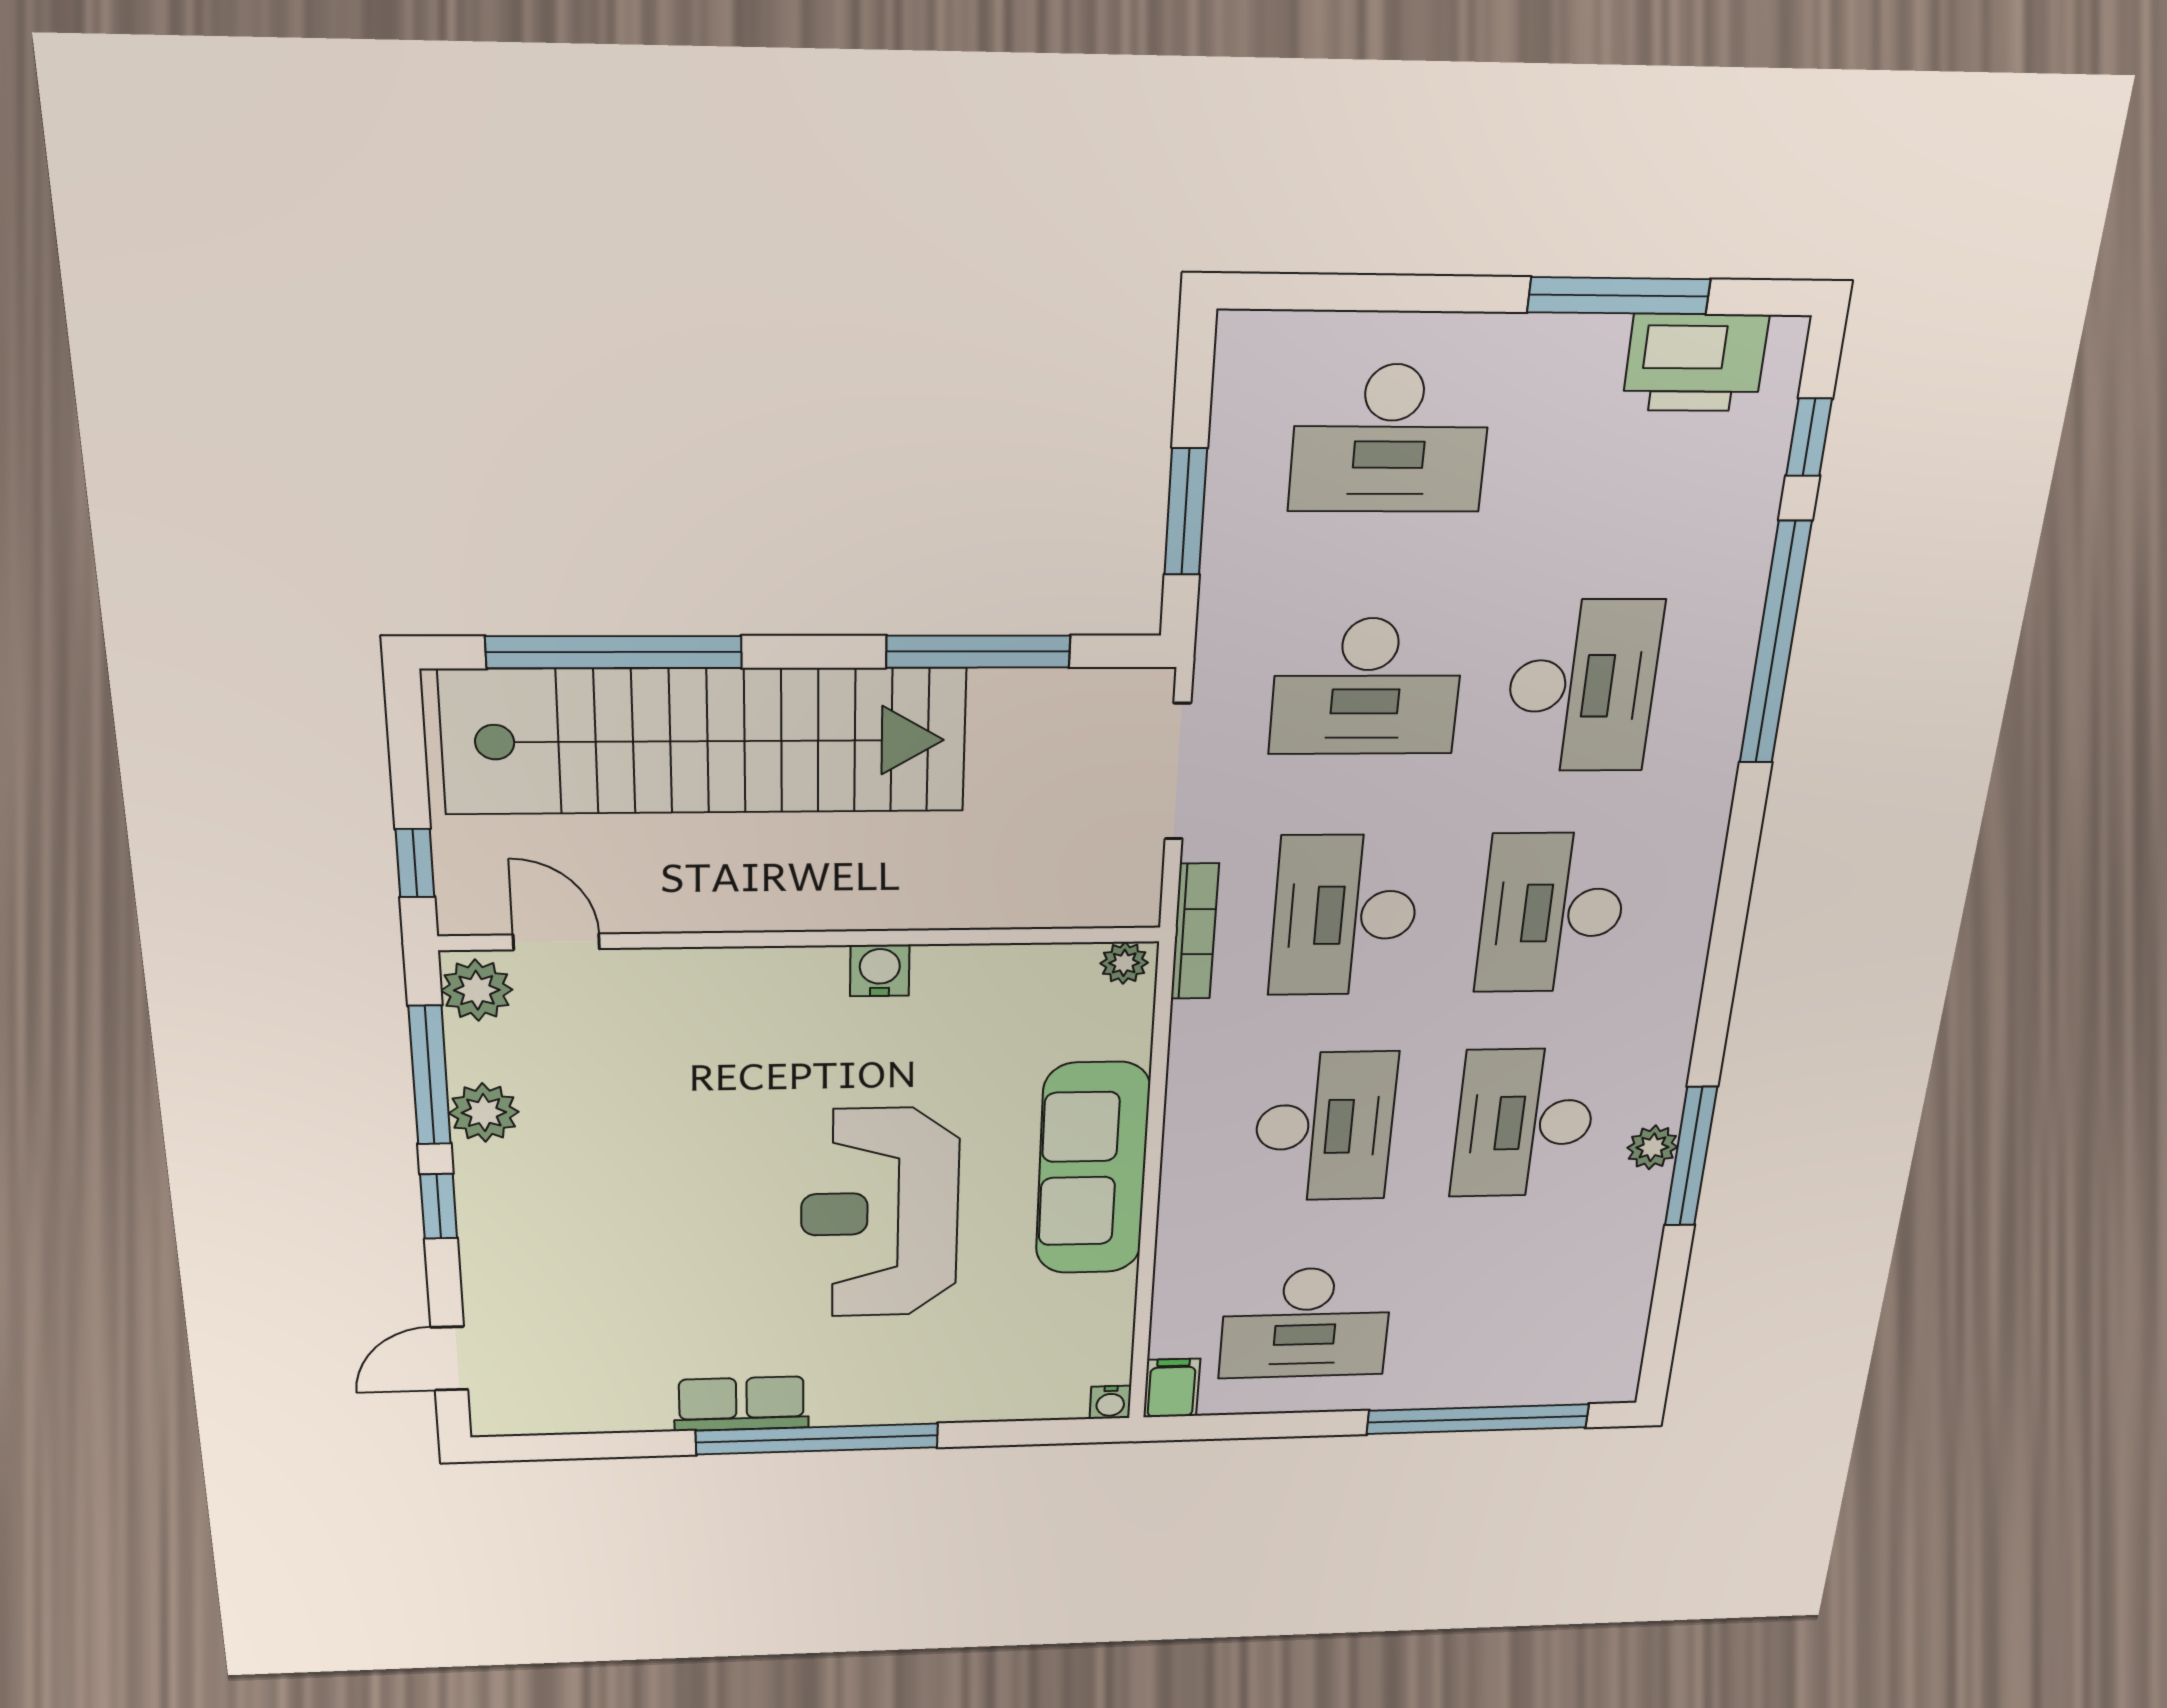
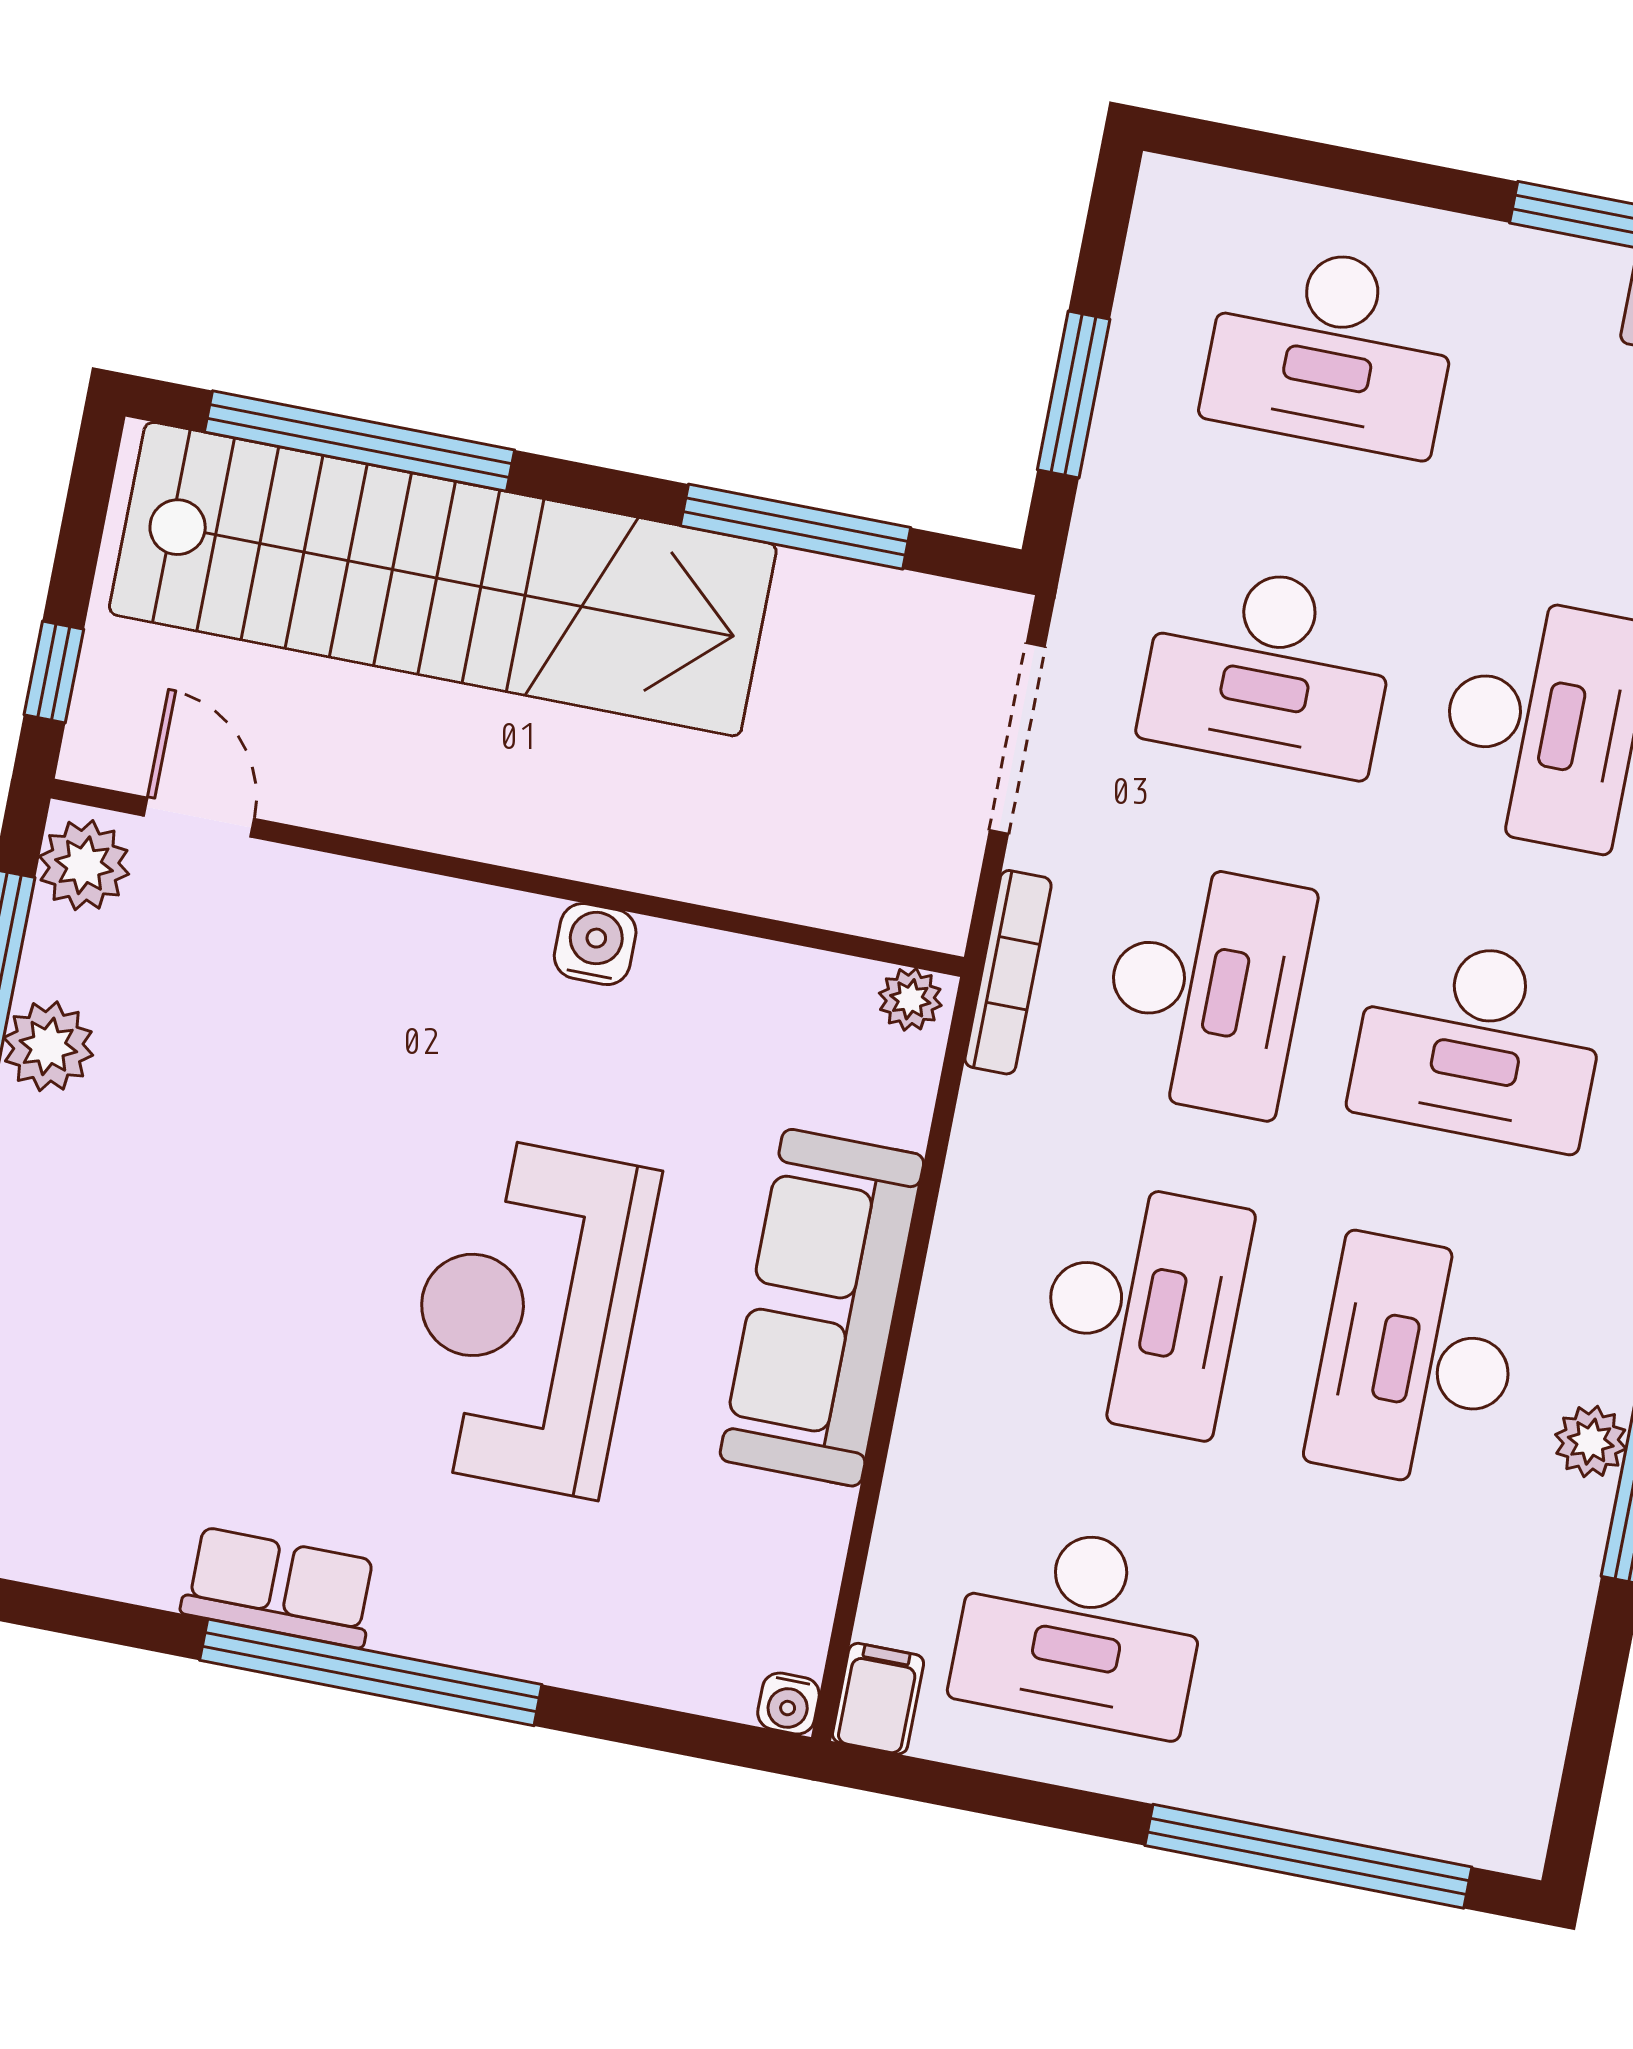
desk: (1552, 913) -> (1479, 1042), turned -90
desk: (1345, 915) -> (1206, 989), turned 180

